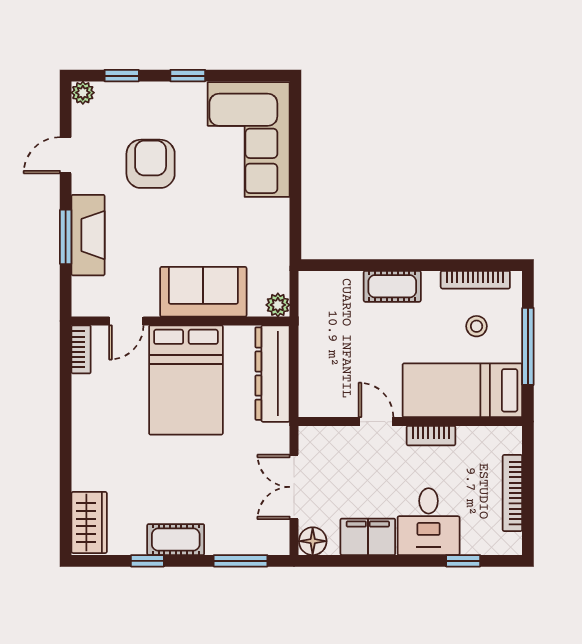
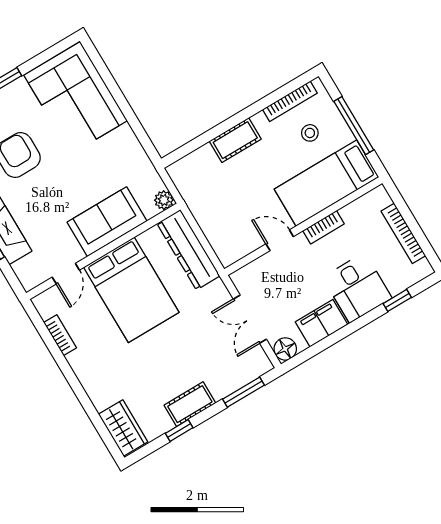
bookcase: (81, 349) -> (60, 335), moved

